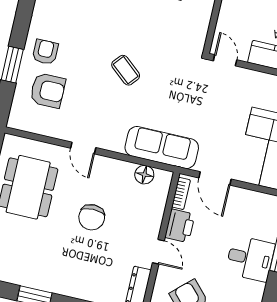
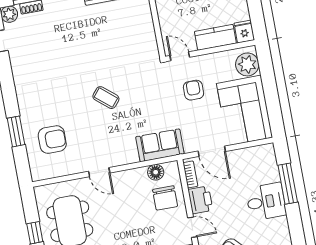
armchair: (45, 52) -> (193, 90), moved
sofa: (162, 147) -> (160, 145), width x0.73
chair: (92, 217) -> (165, 198), moved

